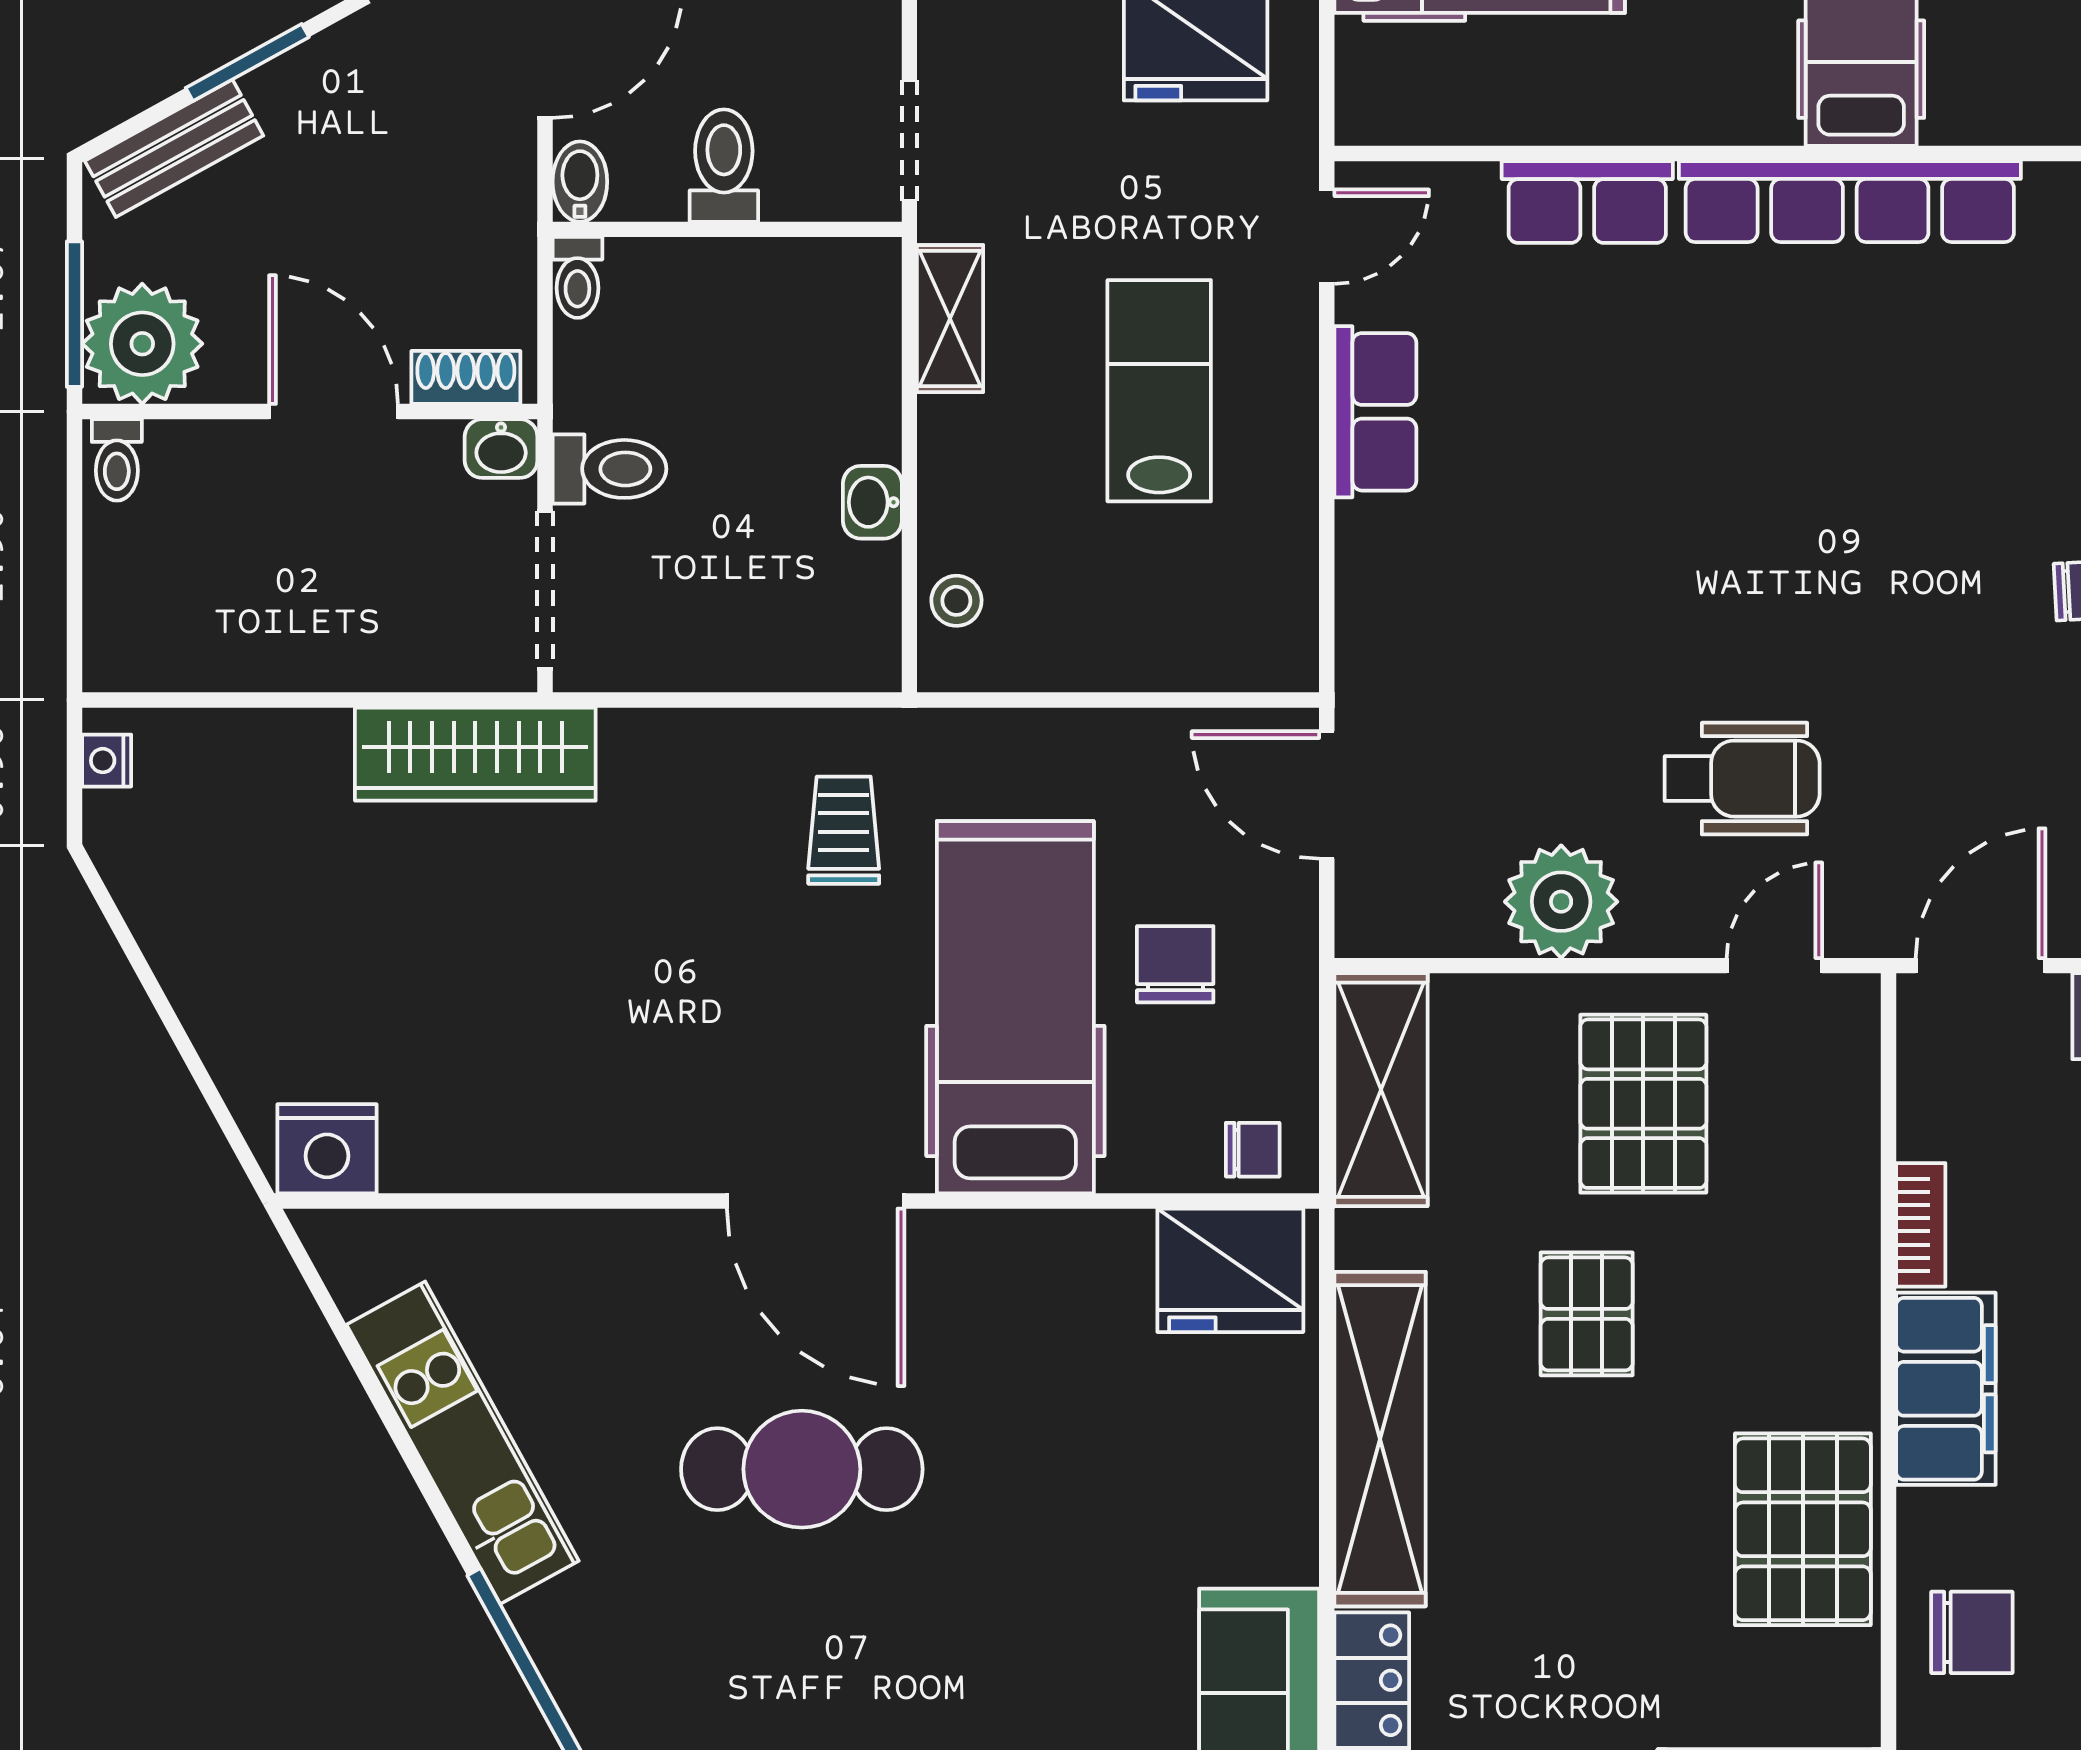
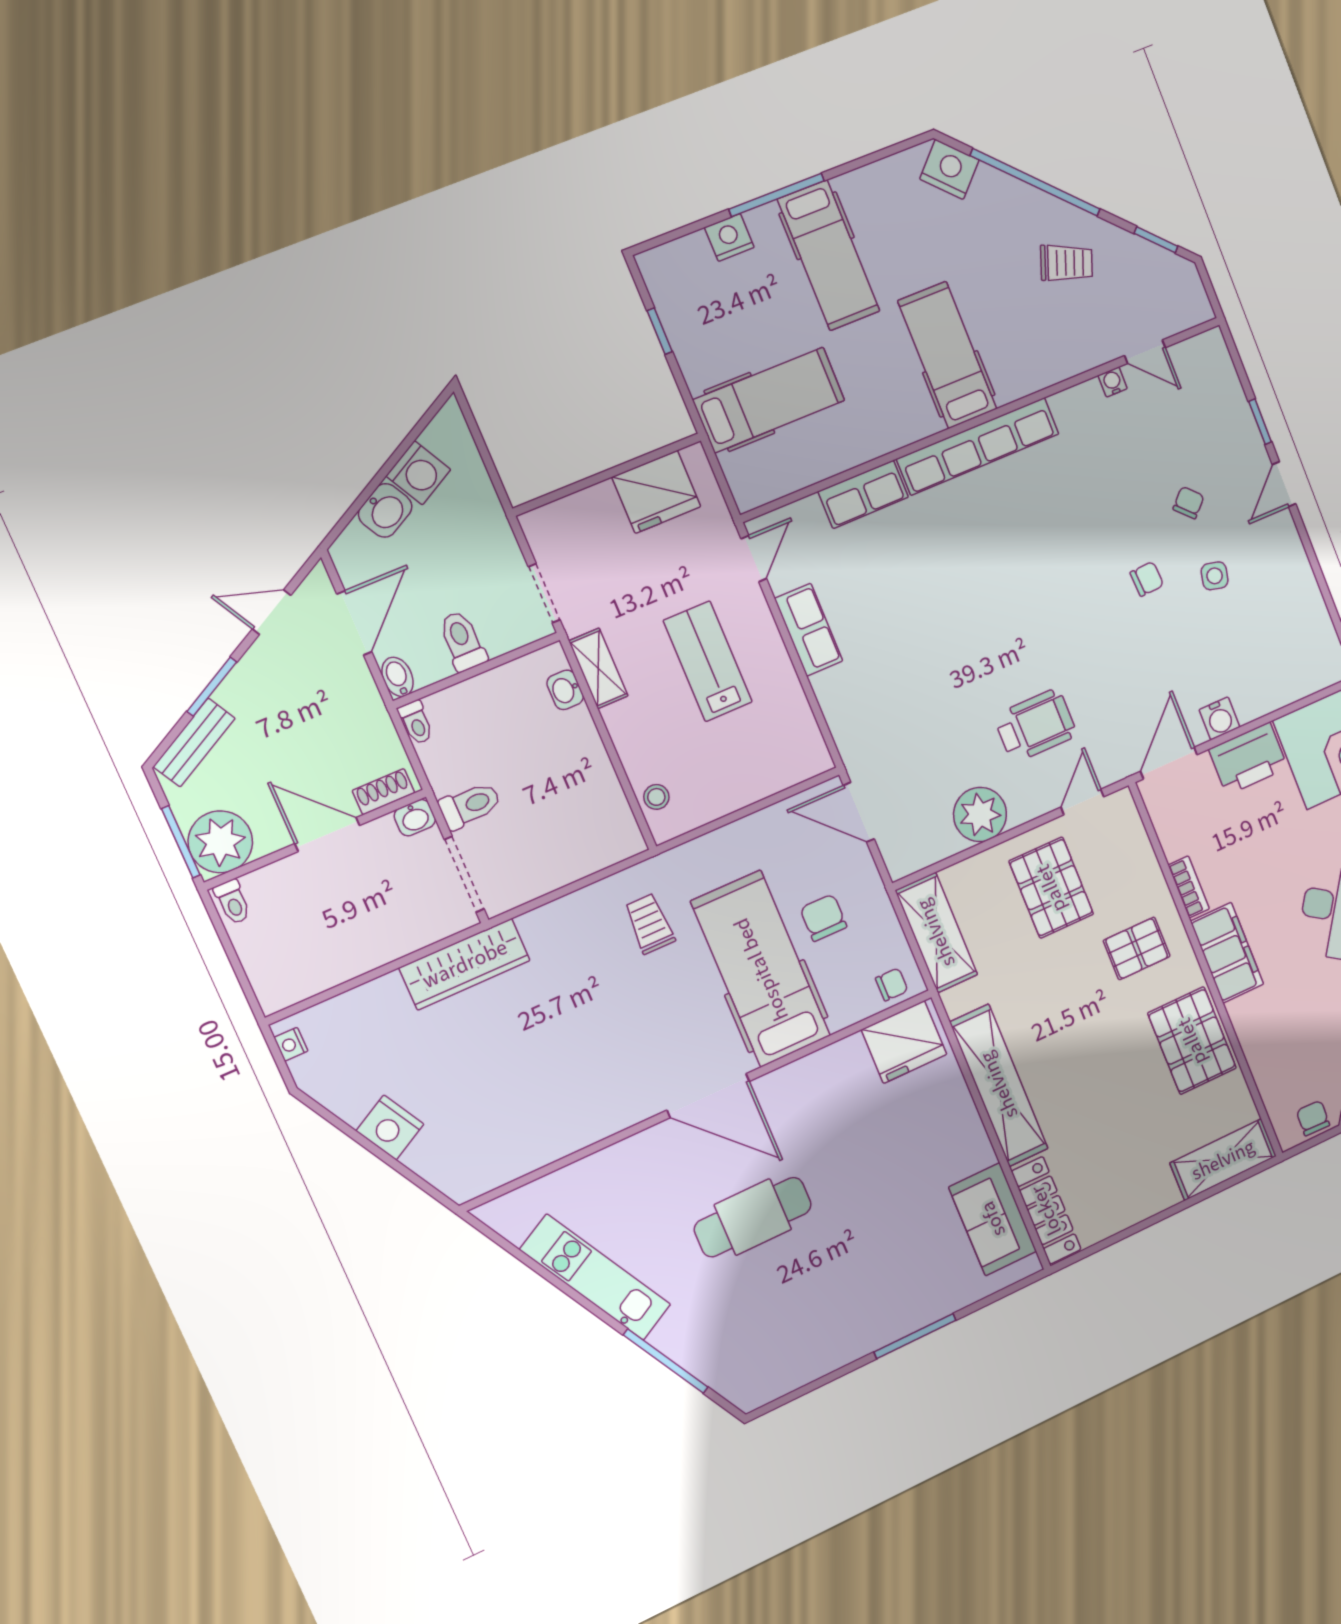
washbasin: (872, 502) -> (565, 690), moved
nightstand: (327, 1149) -> (390, 1128), moved, turned 61
pallet: (1587, 1314) -> (1137, 948), moved, turned 90
chair: (1972, 1632) -> (1279, 1051), removed

